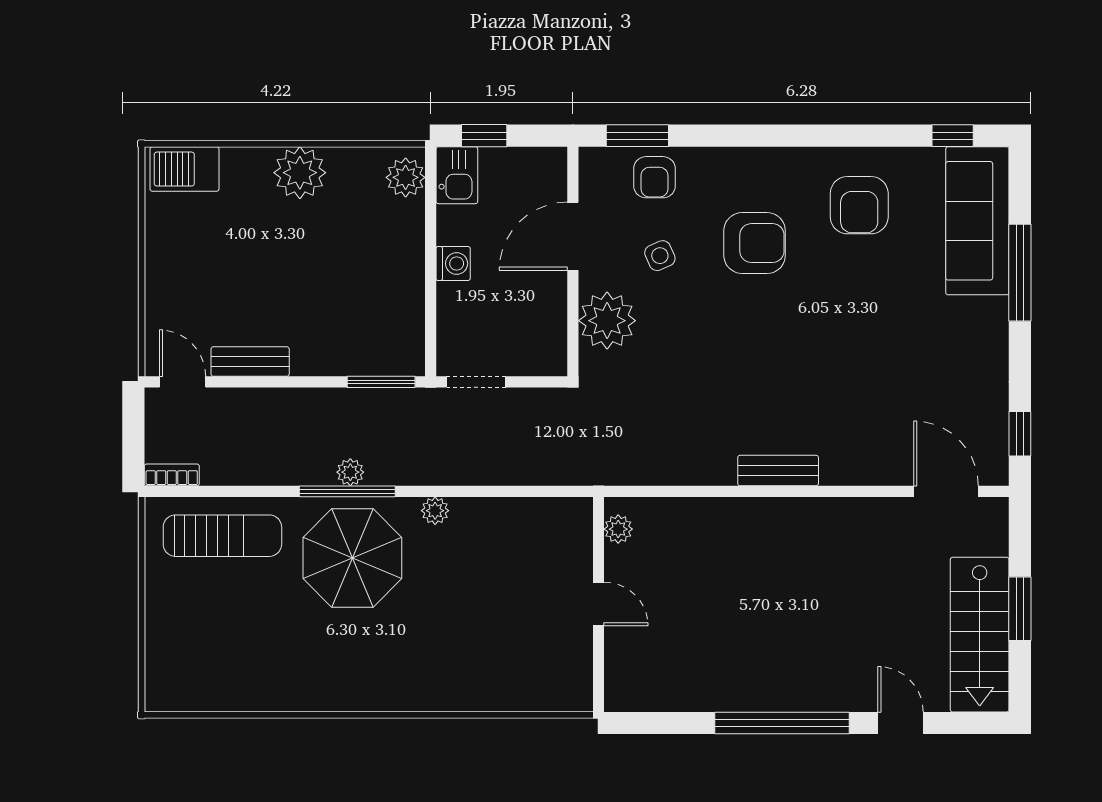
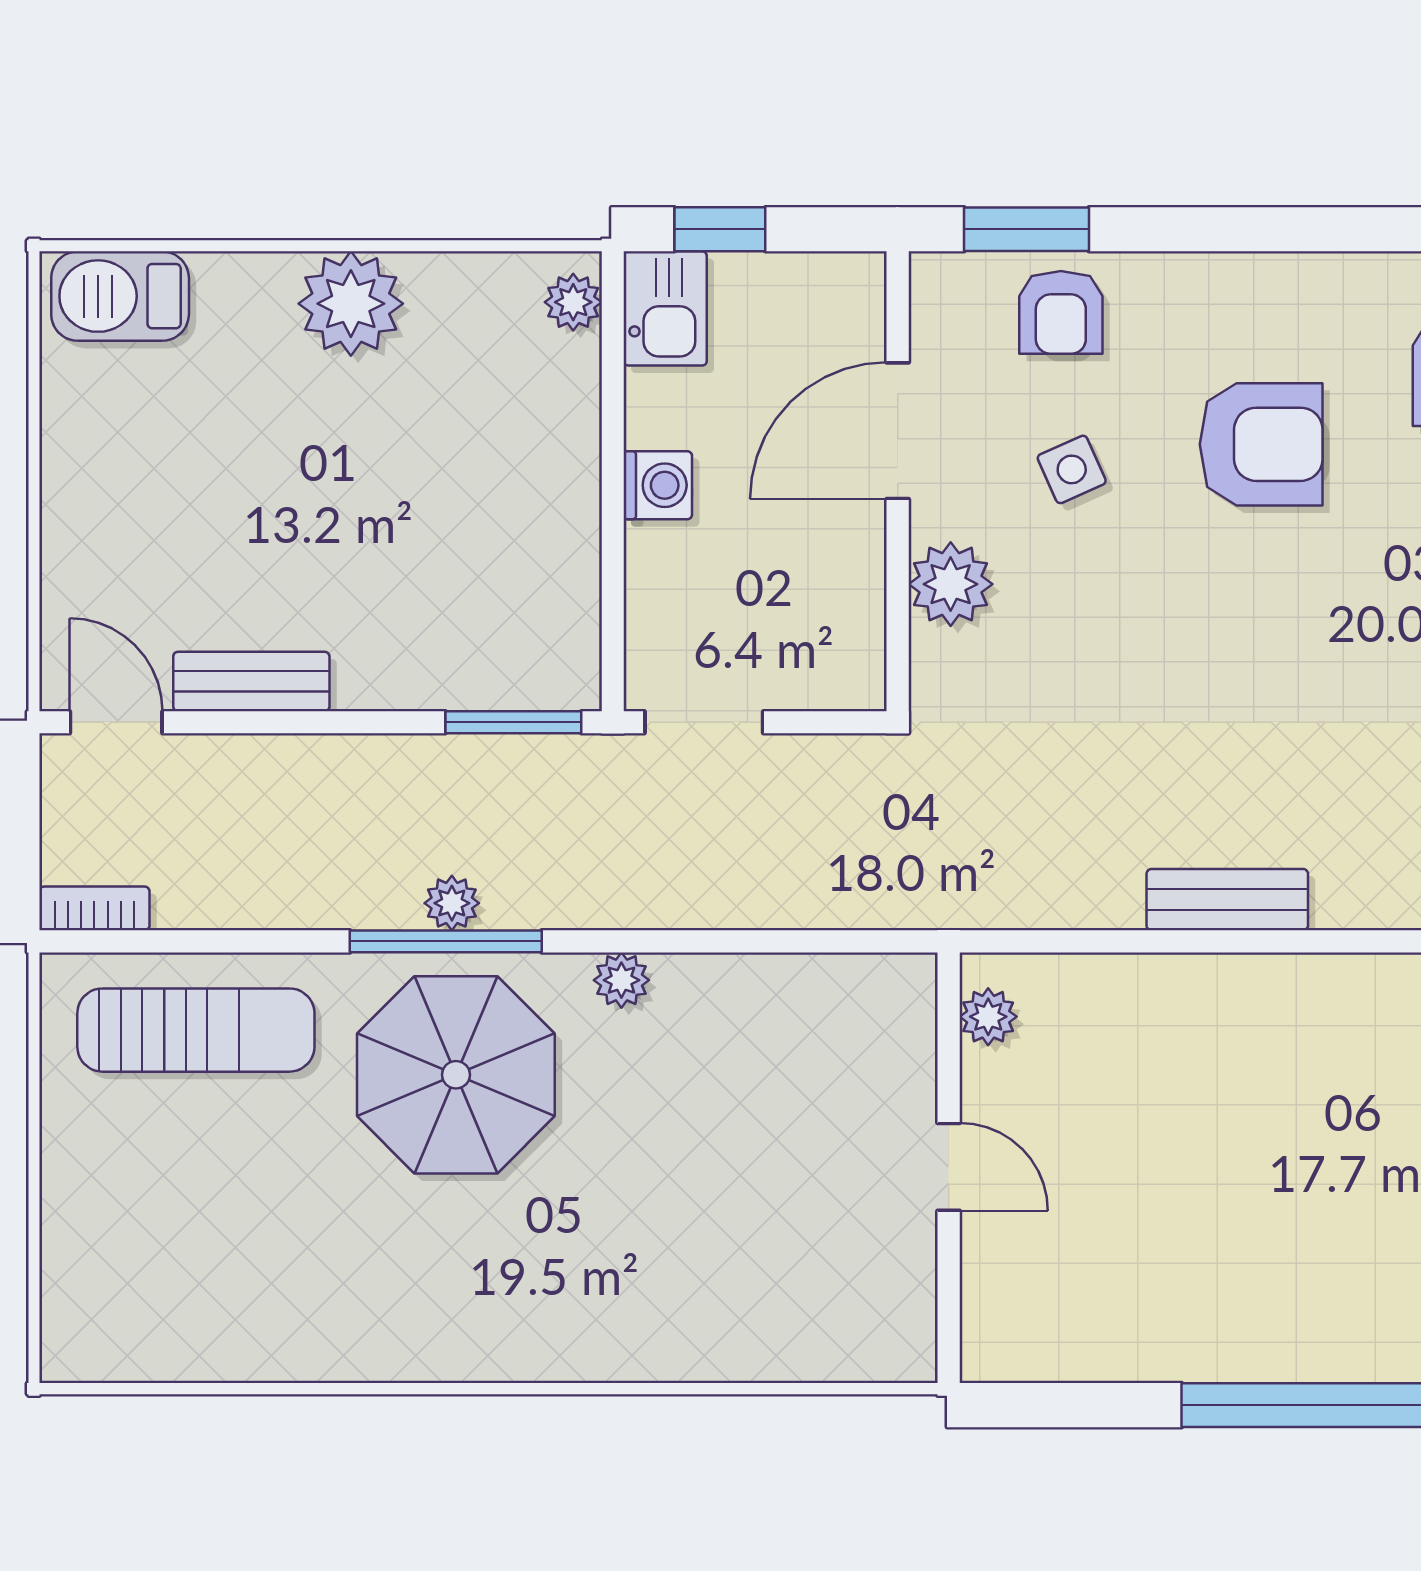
plant: (406, 177) -> (573, 302), width x0.73, depth x0.73
plant: (607, 321) -> (951, 584), width x0.73, depth x0.73
bench: (778, 471) -> (1227, 900), moved

